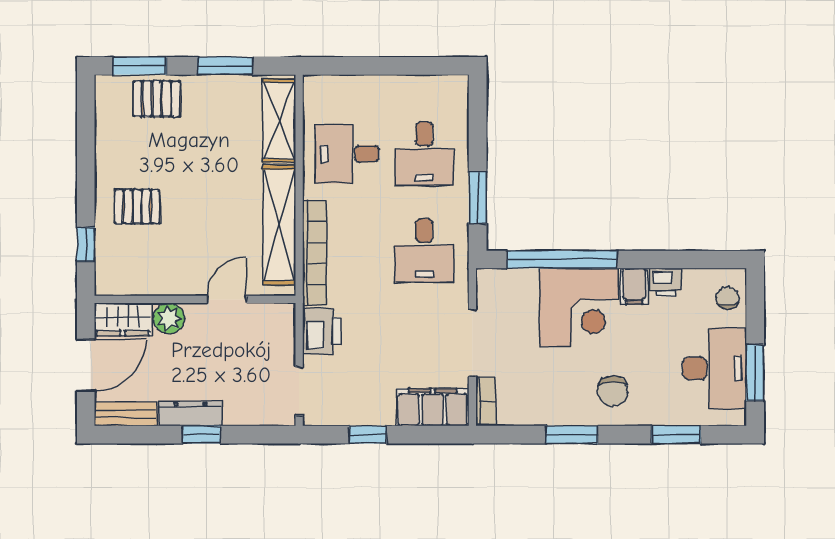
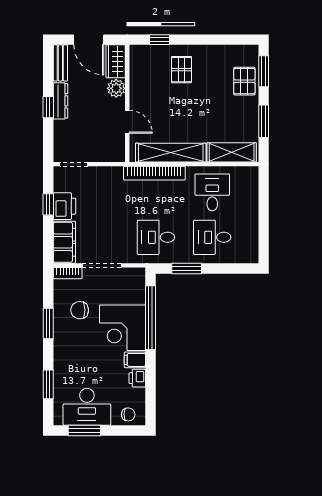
printer: (322, 331) -> (65, 206), moved, turned -90
chair: (613, 391) -> (80, 310), moved

